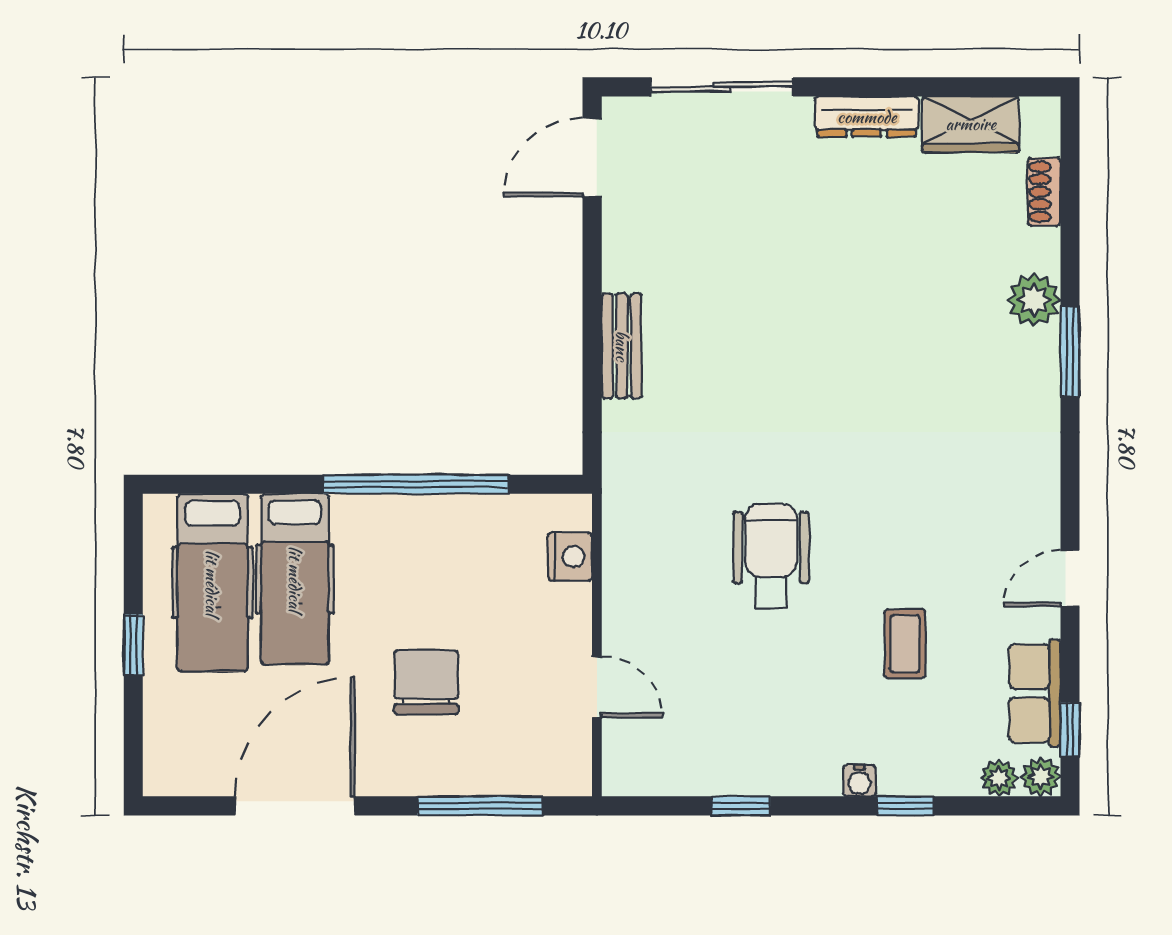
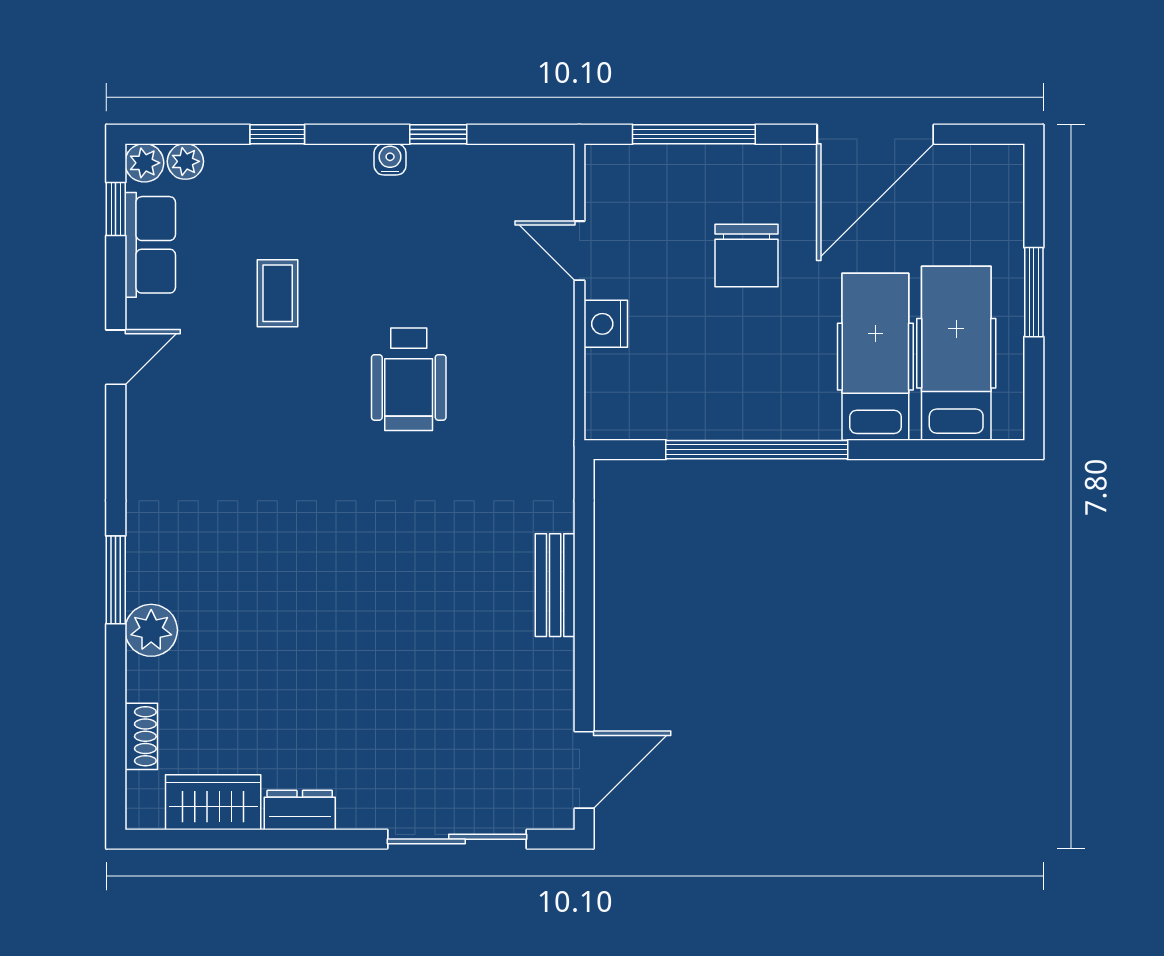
dresser: (867, 117) -> (300, 810), width x0.70
nightstand: (570, 557) -> (606, 324), moved
window: (133, 645) -> (1034, 292), width x1.50
water cooler: (859, 780) -> (390, 159), moved

